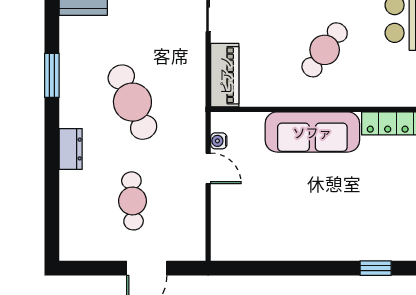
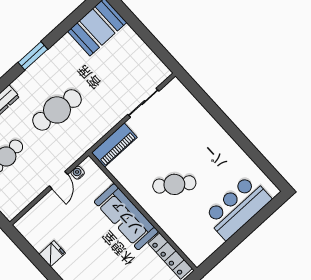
cafe table: (132, 102) -> (57, 110), turned 30
fridge: (280, 246) -> (52, 254), added

